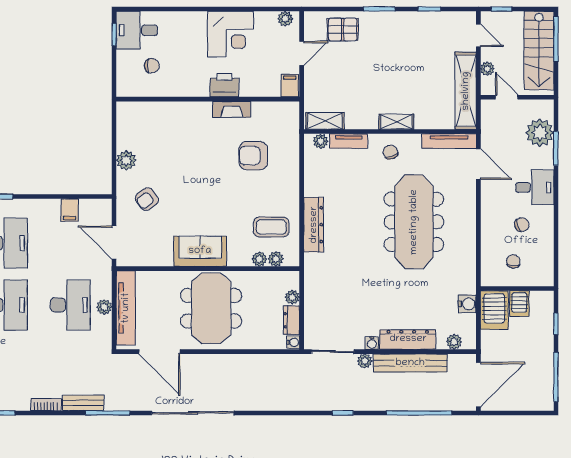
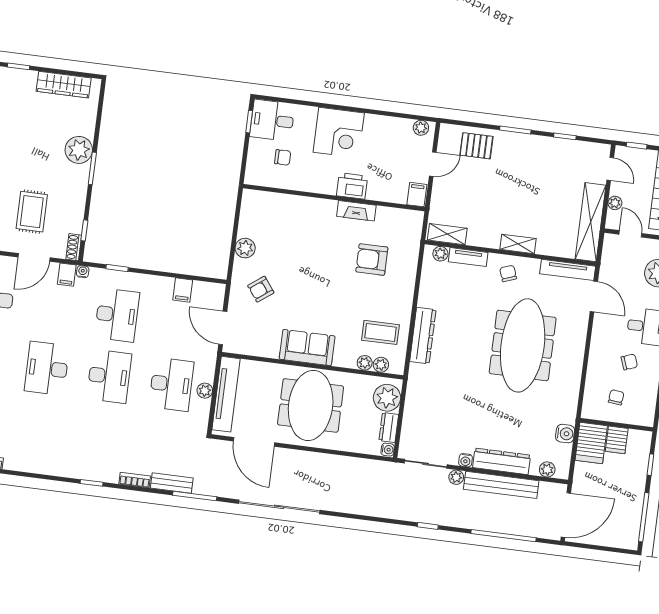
corner desk: (231, 34) -> (339, 133), moved
plant: (292, 297) -> (387, 398), width x1.88, depth x1.88

